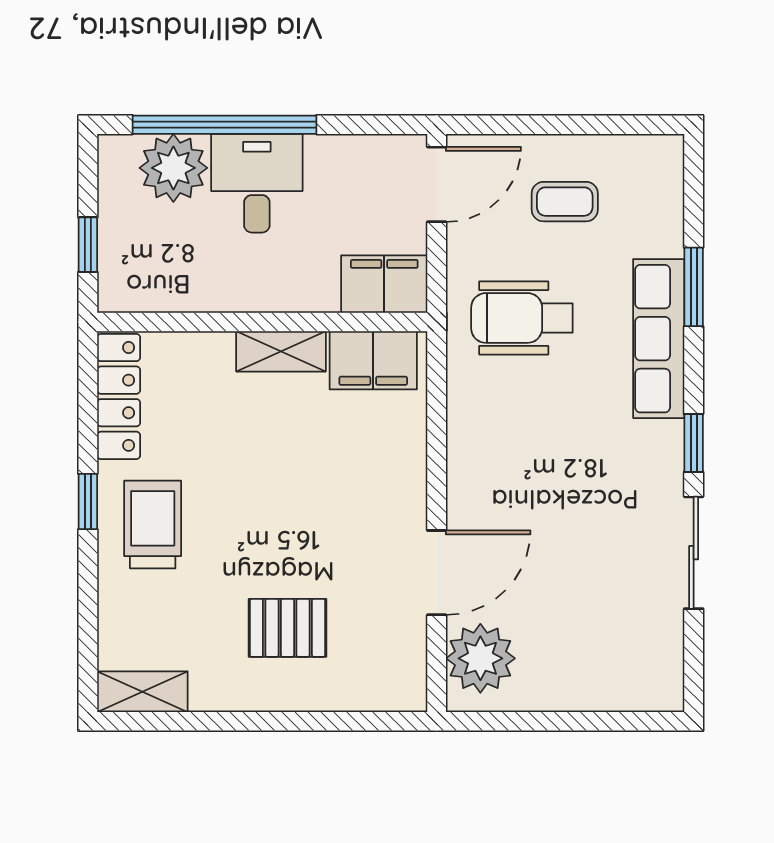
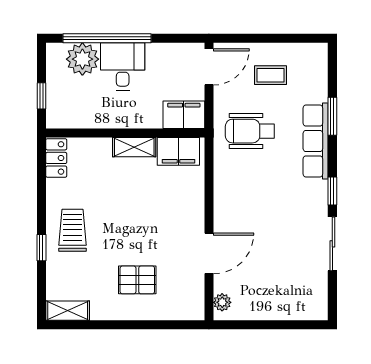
locker: (119, 396) -> (56, 158), width x0.66
window: (88, 501) -> (41, 248), moved
plant: (480, 658) -> (222, 302), width x0.53, depth x0.53

